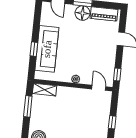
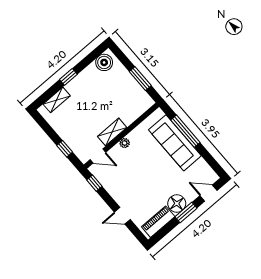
window: (34, 49) -> (185, 131), width x2.17
shelving: (45, 90) -> (112, 132), moved
window: (112, 122) -> (65, 149), moved

